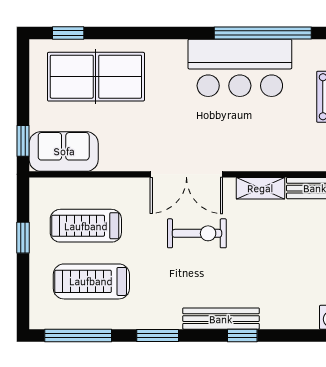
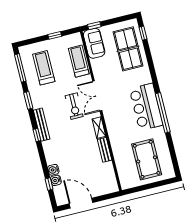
treadmill: (86, 226) -> (79, 61), moved

